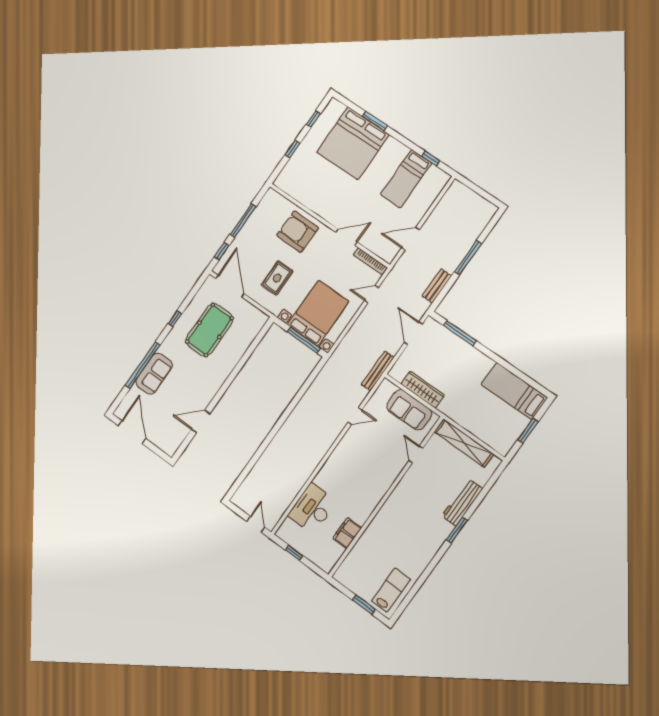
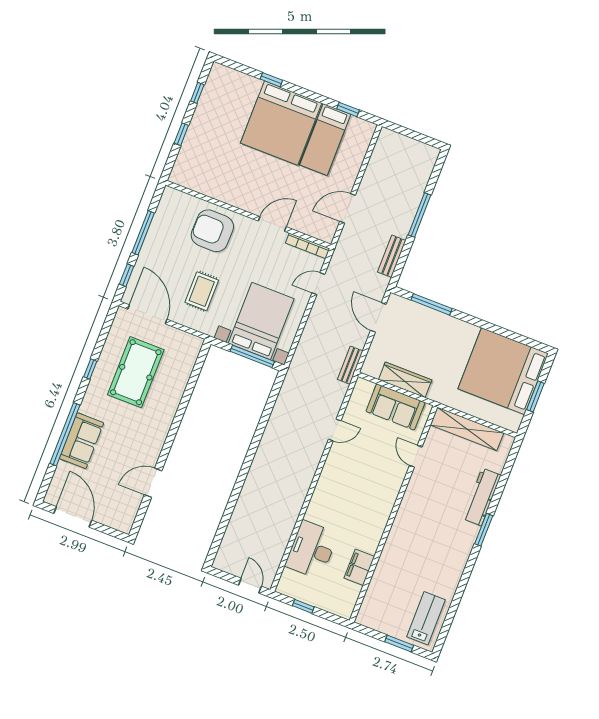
window: (375, 121) -> (271, 80), width x0.67
bed: (353, 143) -> (281, 123), moved
bench: (378, 371) -> (350, 365), width x0.73
bed: (514, 391) -> (503, 371), width x2.04

